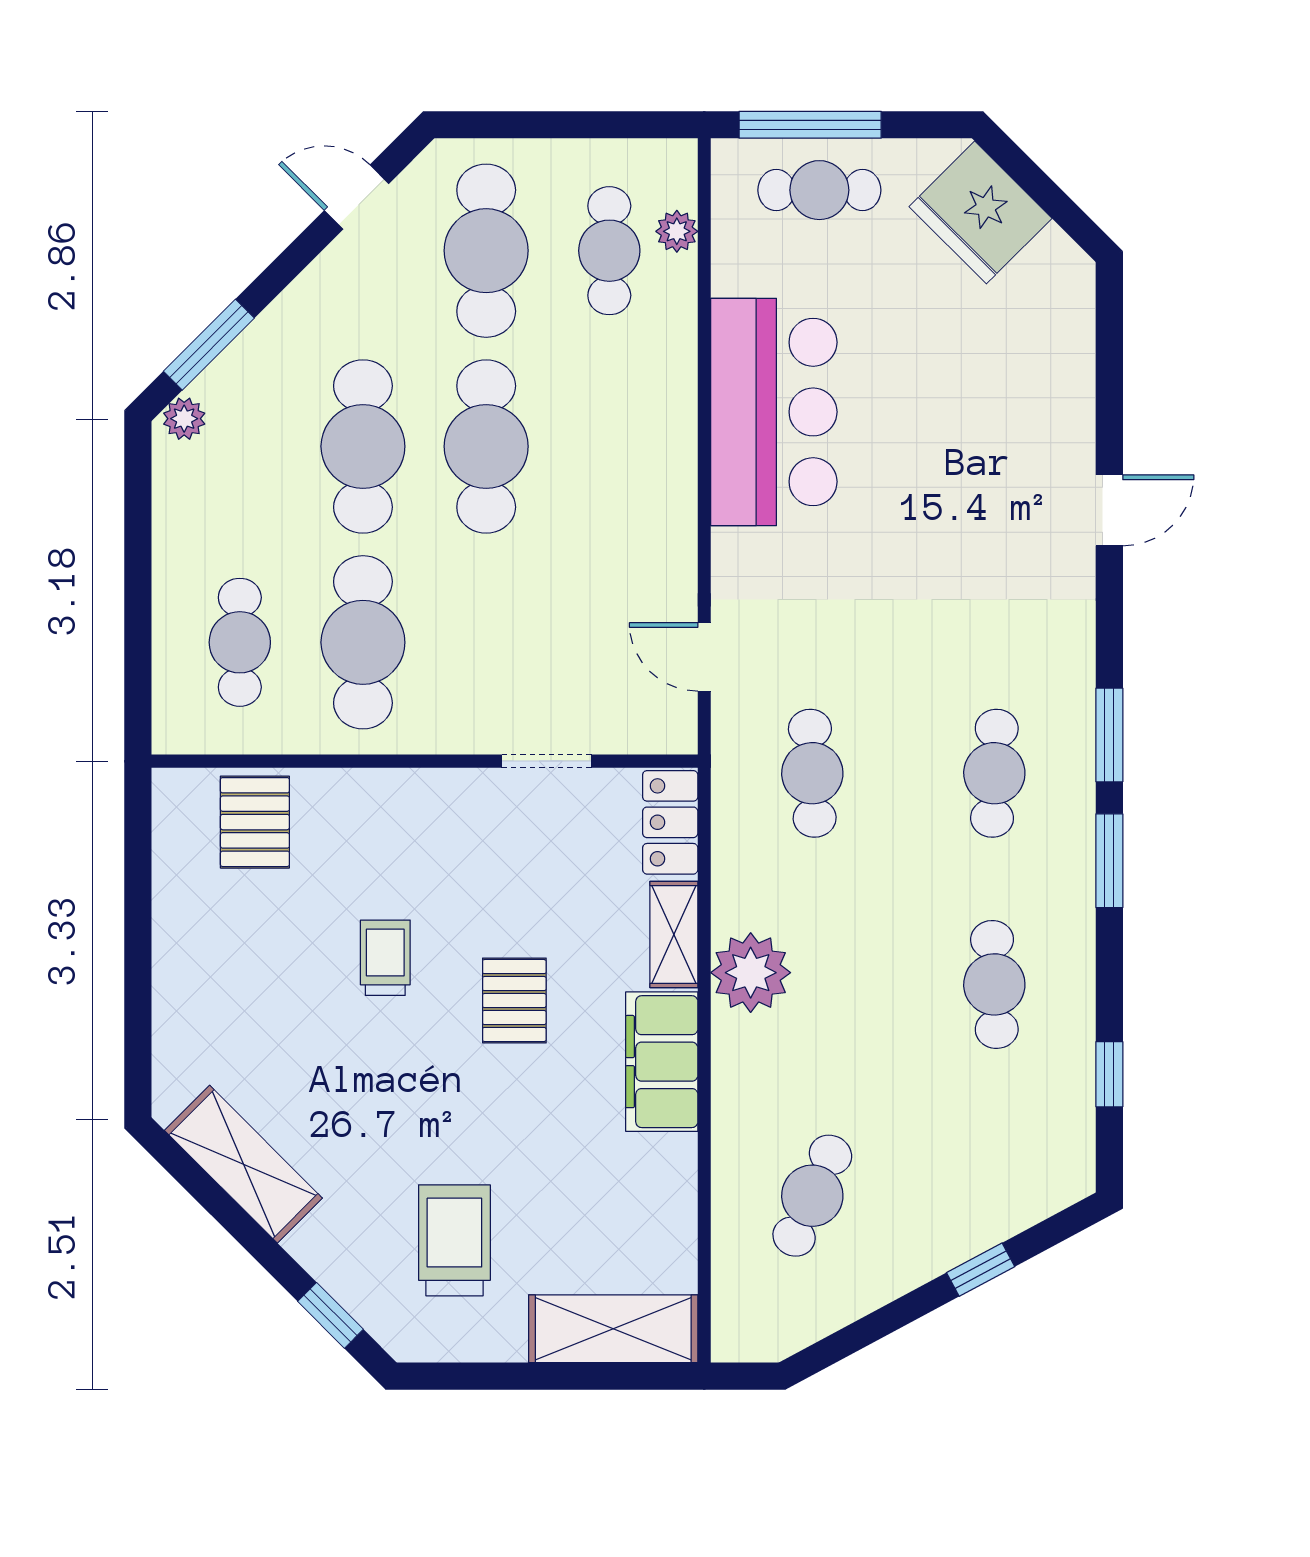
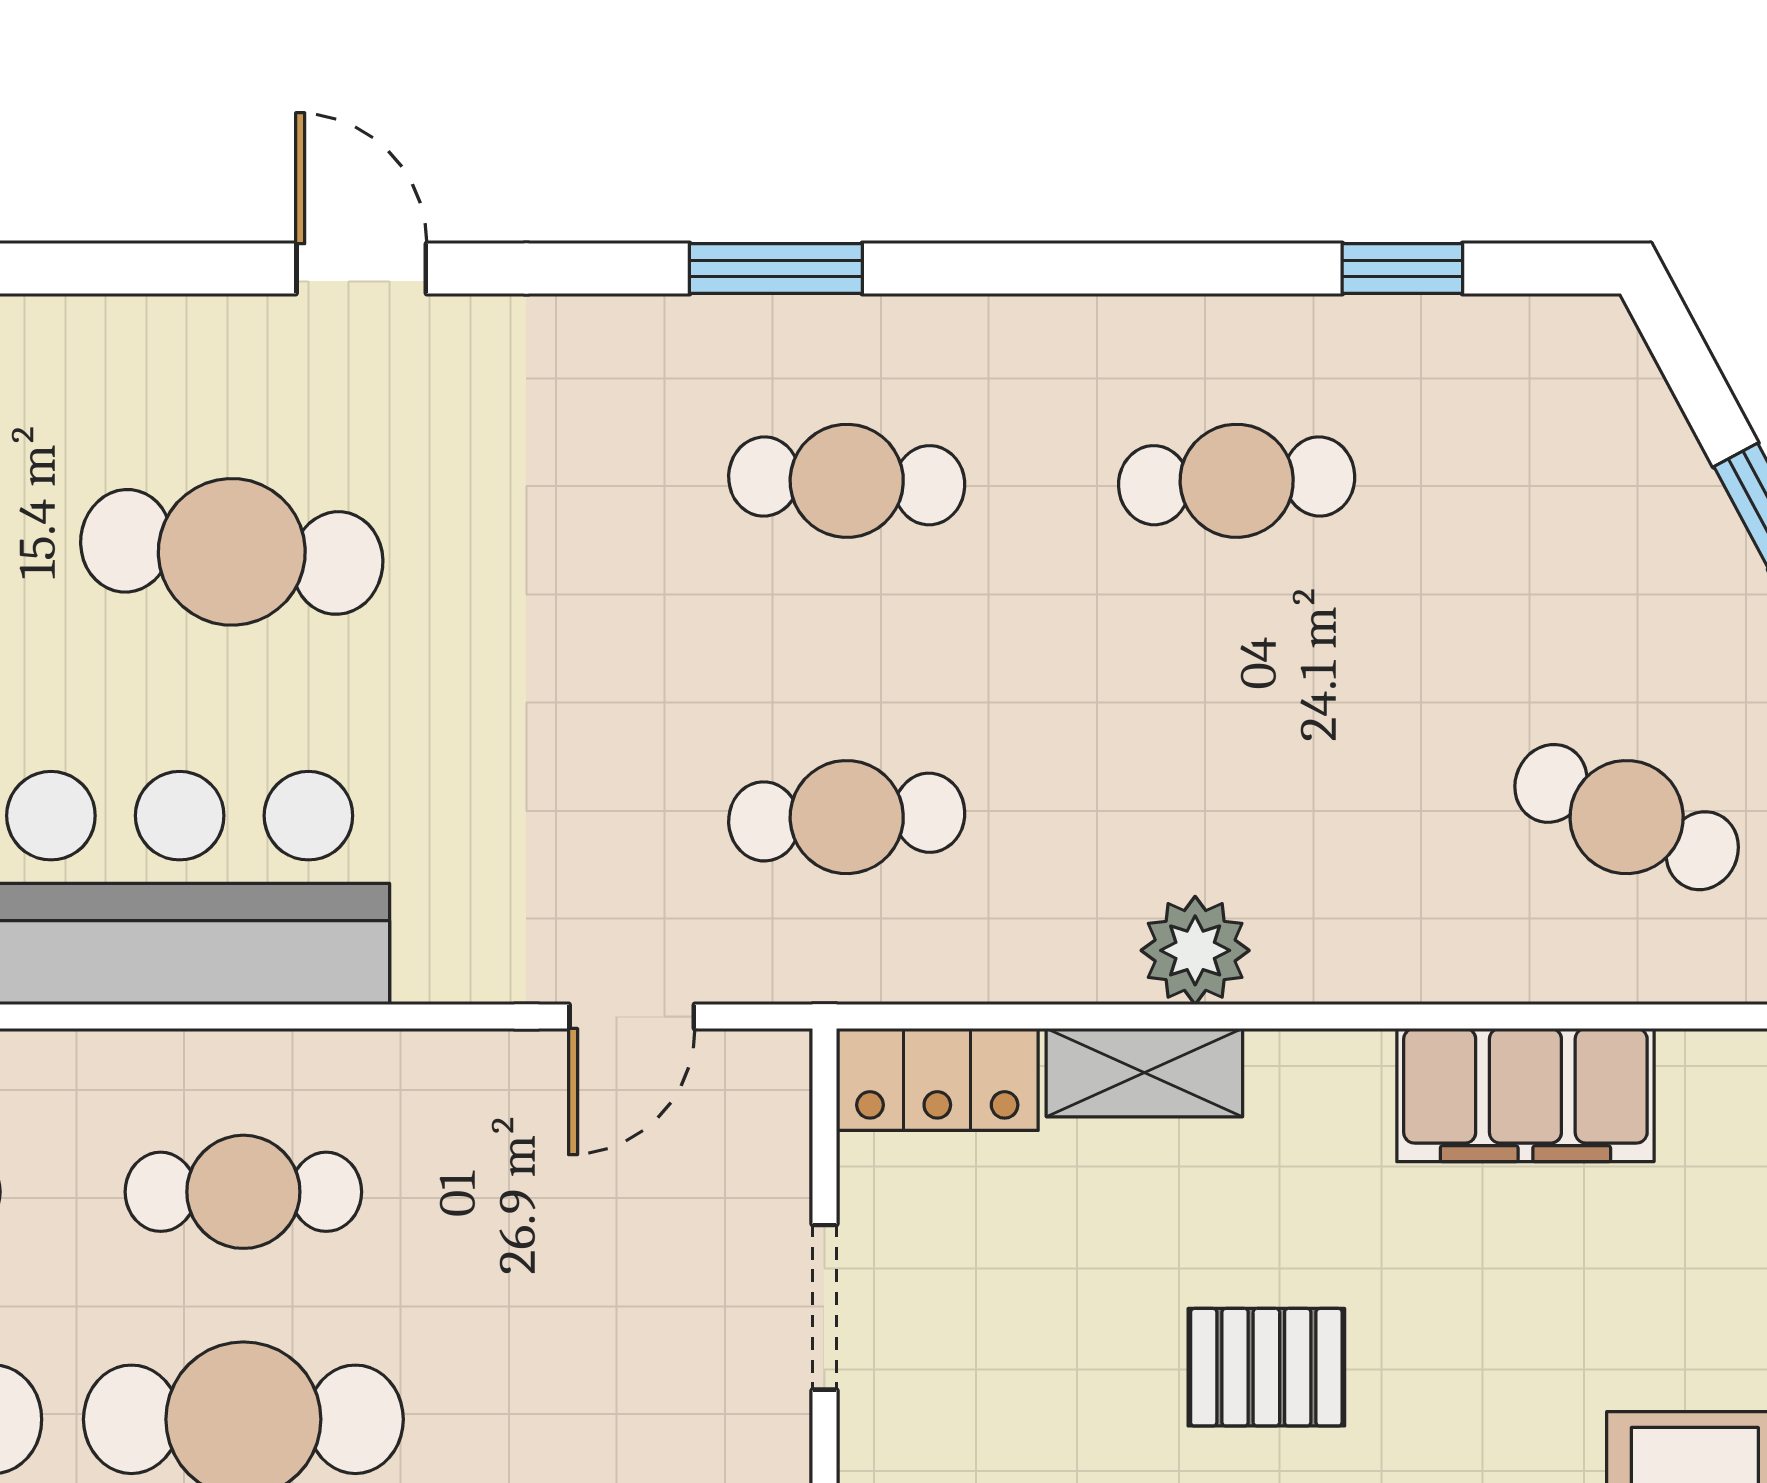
cafe table: (956, 440) -> (232, 552), added
cafe table: (609, 446) -> (243, 1192), added
window: (1109, 861) -> (1008, 269), removed
plant: (751, 973) -> (1195, 950), width x0.73, depth x0.73
filing cabinet: (662, 1062) -> (1525, 1095), moved

